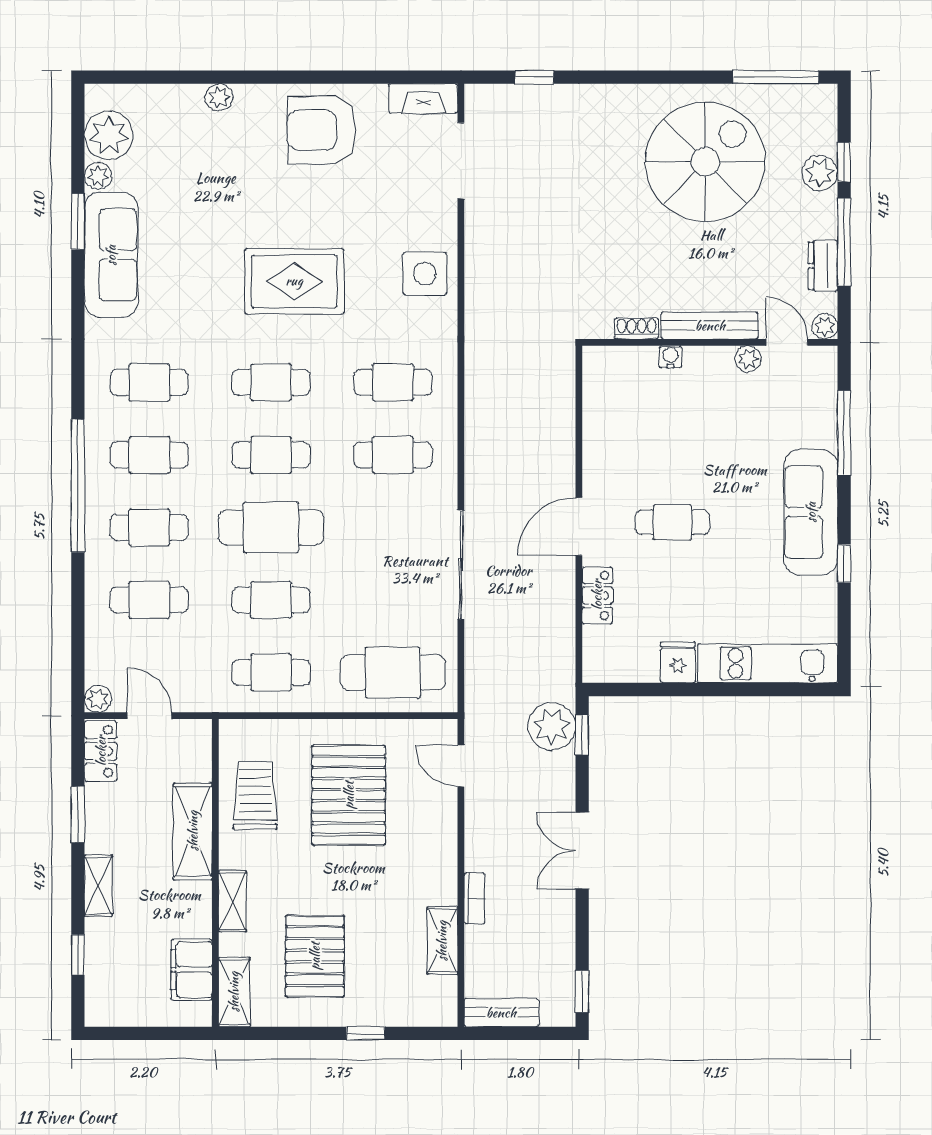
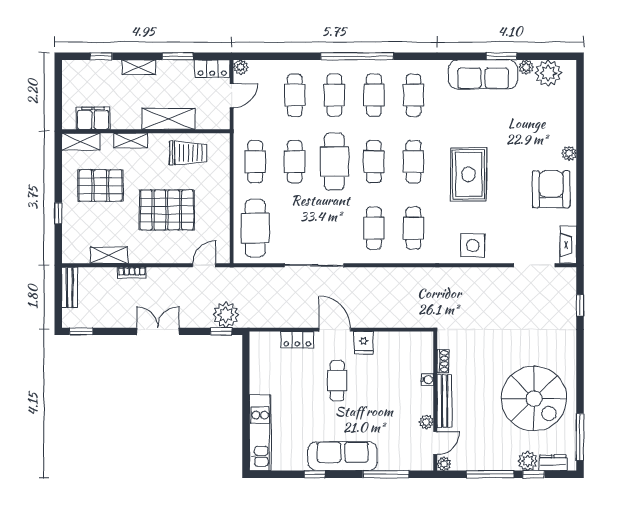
plant: (219, 97) -> (569, 153), moved
dresser: (823, 266) -> (553, 463), moved
fridge: (678, 662) -> (364, 343), moved, turned 90
pallet: (349, 795) -> (167, 210), moved

